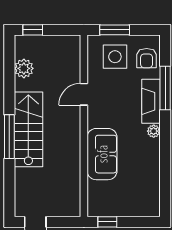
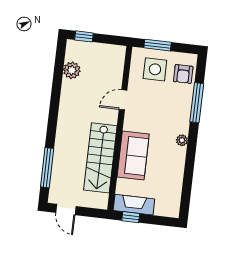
fireplace: (151, 101) -> (134, 205), moved, turned 90
stairs: (28, 129) -> (100, 158), moved, turned 180
window: (9, 137) -> (47, 168), moved

